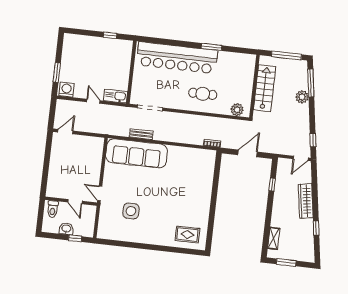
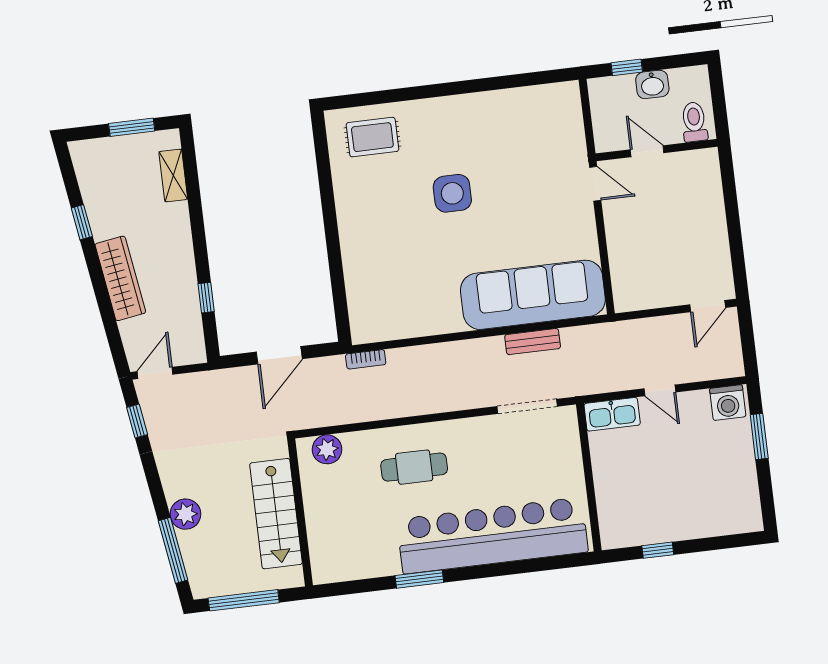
side table: (131, 211) -> (452, 193), moved

